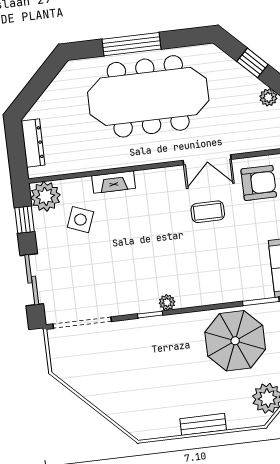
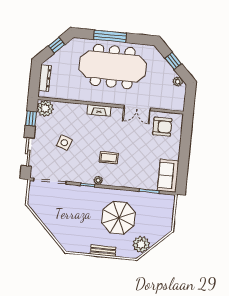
window: (41, 81) -> (57, 45), added
fireplace: (114, 182) -> (99, 110), moved
coffee table: (208, 212) -> (109, 158), moved
side table: (80, 220) -> (64, 143), moved
parasol: (235, 341) -> (119, 218), moved

